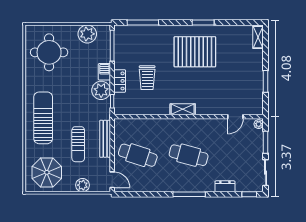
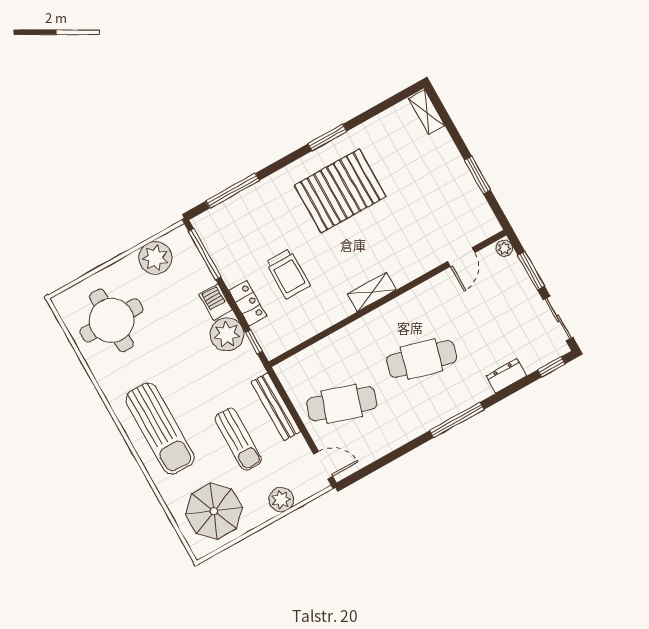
sun lounger: (43, 118) -> (160, 429), turned 180

